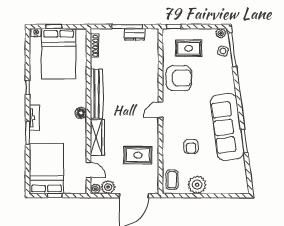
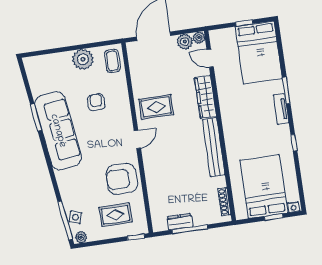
floor lamp: (81, 113) -> (228, 122), removed
rug: (138, 155) -> (156, 107), moved

